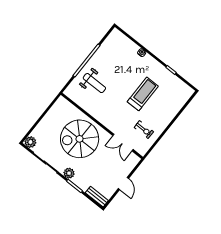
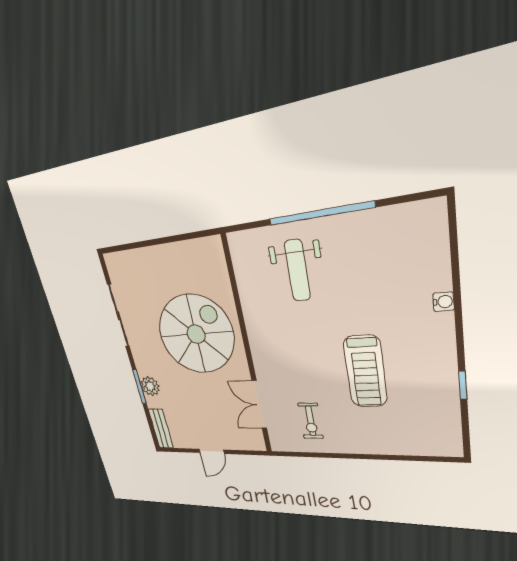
treadmill: (143, 94) -> (365, 371), turned 90
spiral stairs: (80, 139) -> (196, 334), turned 90
plant: (30, 142) -> (116, 265), removed
plant: (69, 173) -> (150, 386), moved

